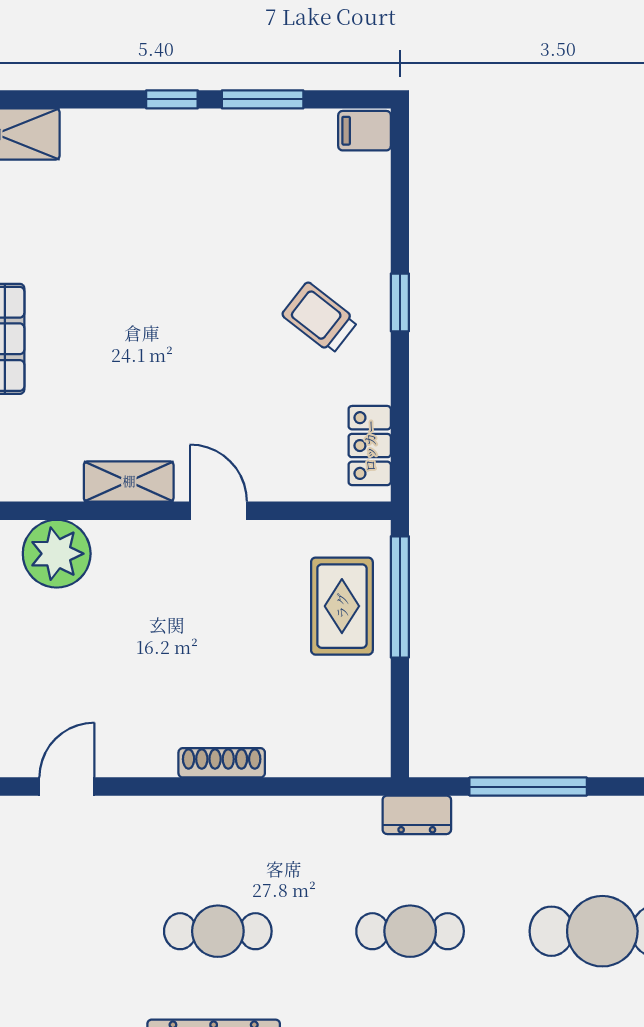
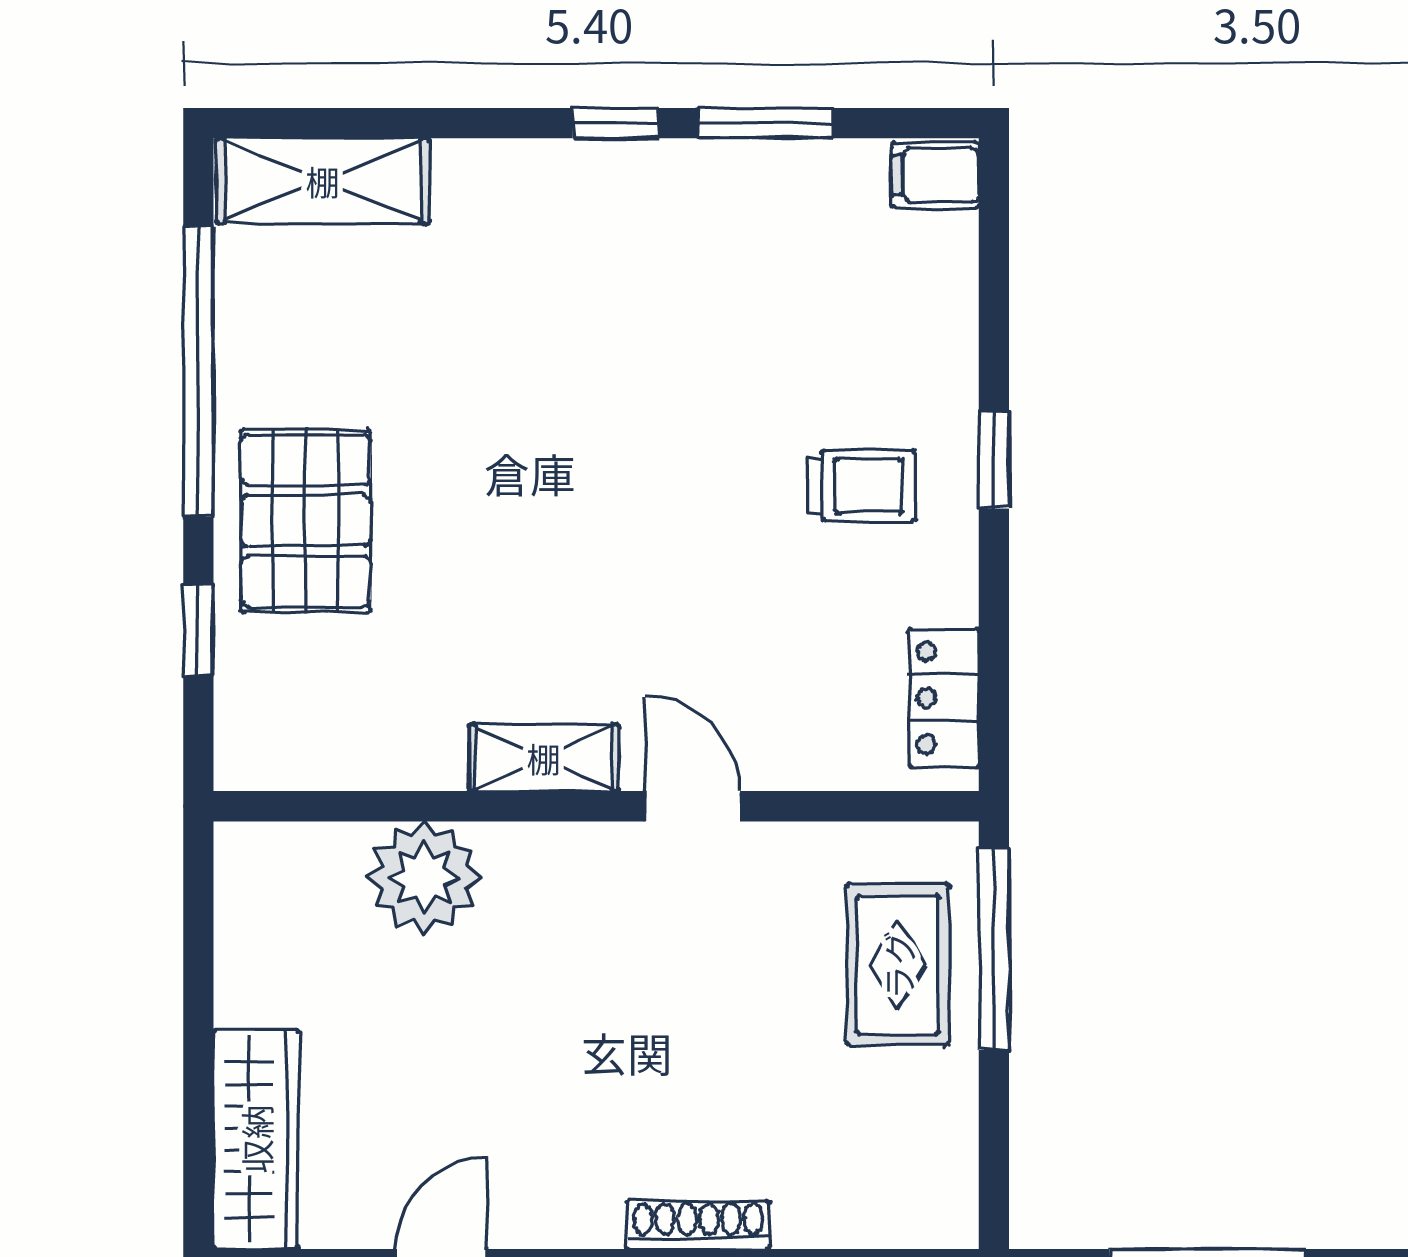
trolley: (320, 318) -> (861, 486), turned 142

